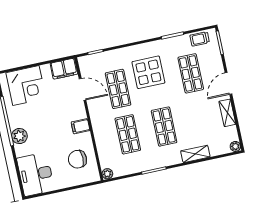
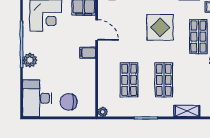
shop shelf: (118, 89) -> (129, 37), removed
filing cabinet: (80, 126) -> (88, 53), moved
chair: (77, 159) -> (68, 102), moved

